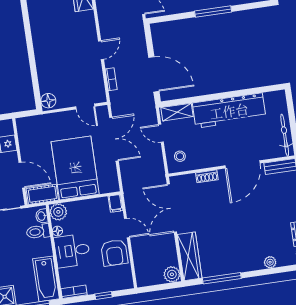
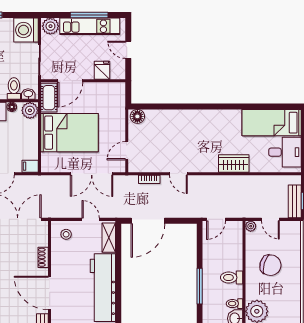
door: (161, 133) -> (91, 219), hinge flipped

